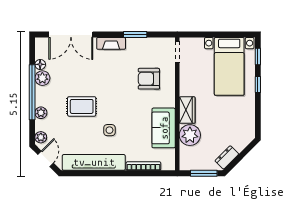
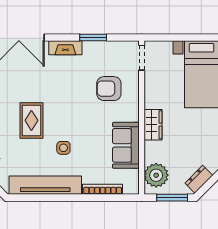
rug: (82, 106) -> (31, 120), turned 90
plant: (190, 135) -> (156, 175), moved

